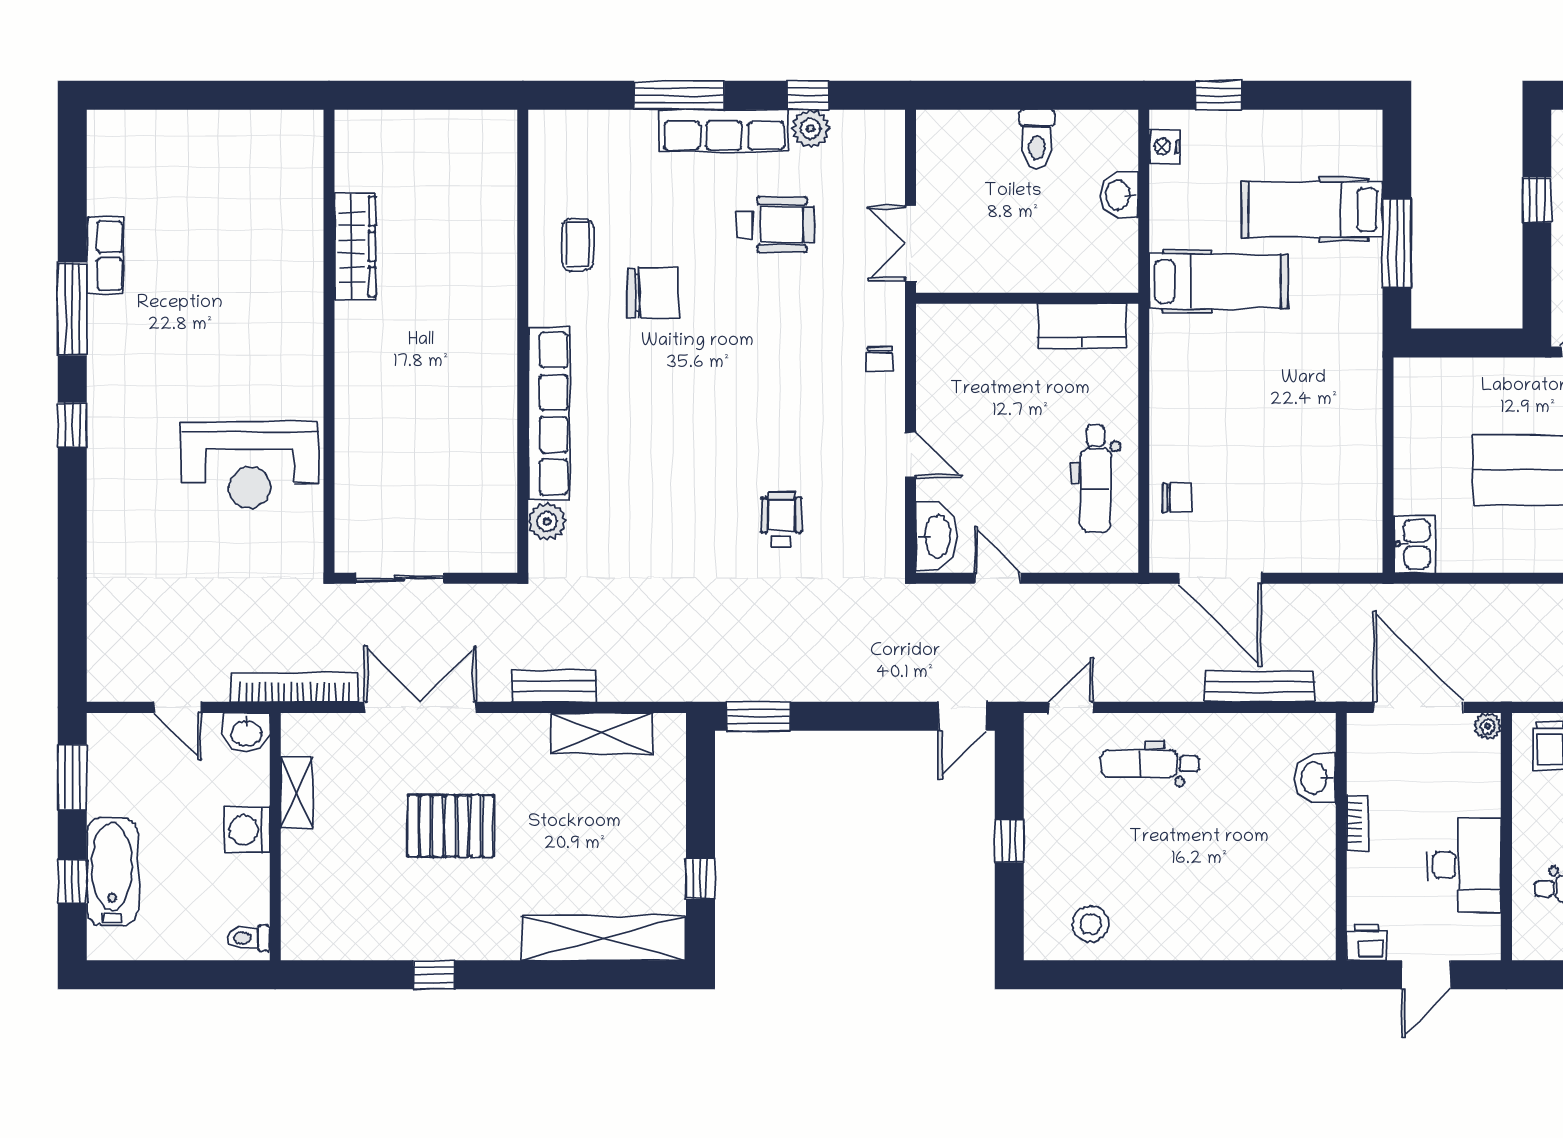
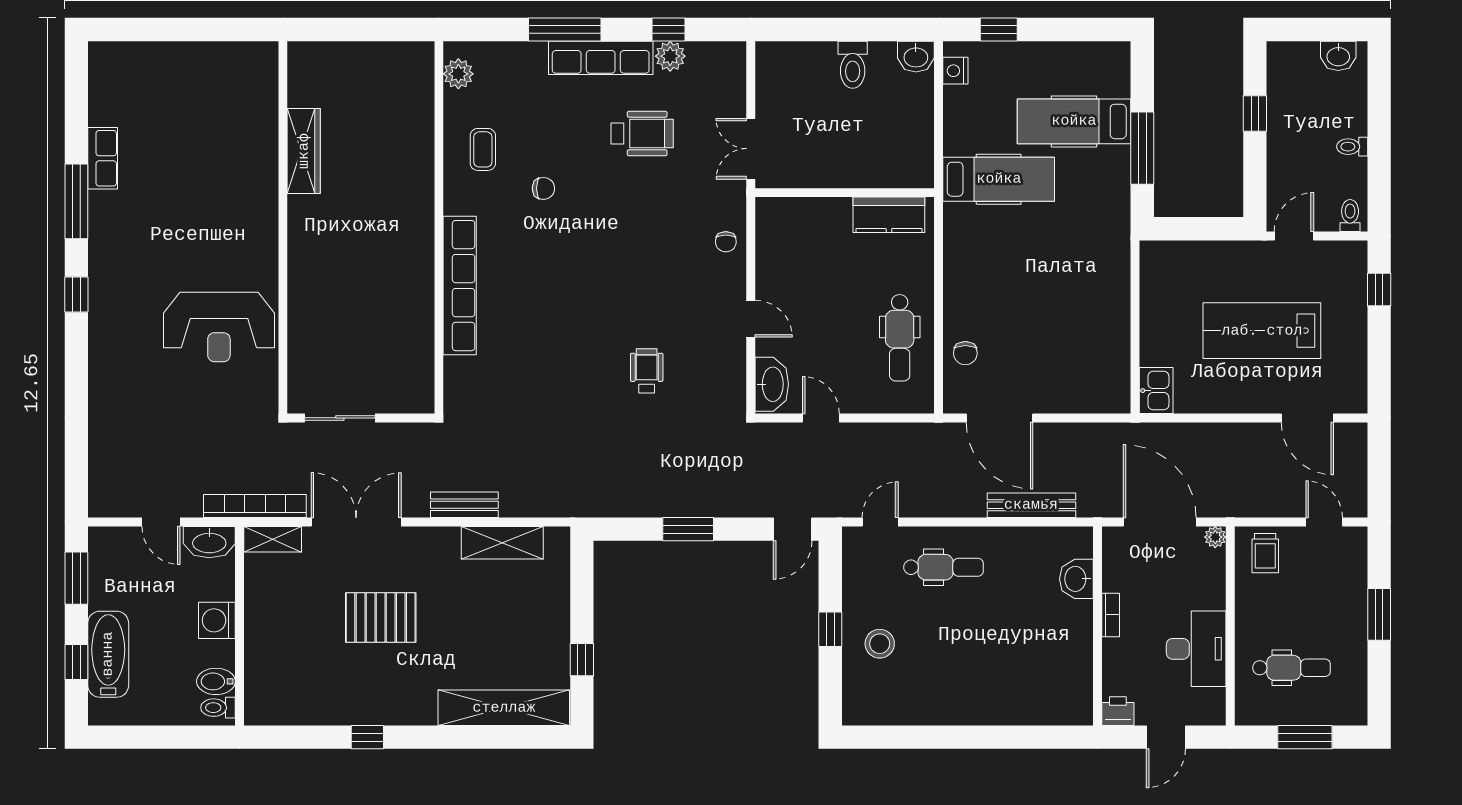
washbasin: (1119, 195) -> (916, 57), moved, turned -90
chair: (653, 293) -> (543, 188), width x0.54, depth x0.54
chair: (1177, 498) -> (965, 353), turned 90
plant: (547, 521) -> (458, 74), moved
window: (759, 716) -> (688, 529), moved
washbasin: (247, 732) -> (209, 542), width x1.38
dental chair: (1150, 764) -> (943, 567), turned 180
shelving: (297, 792) -> (273, 539), moved, turned 90
bidet: (246, 906) -> (216, 681), added
stool: (1091, 924) -> (880, 644), moved

